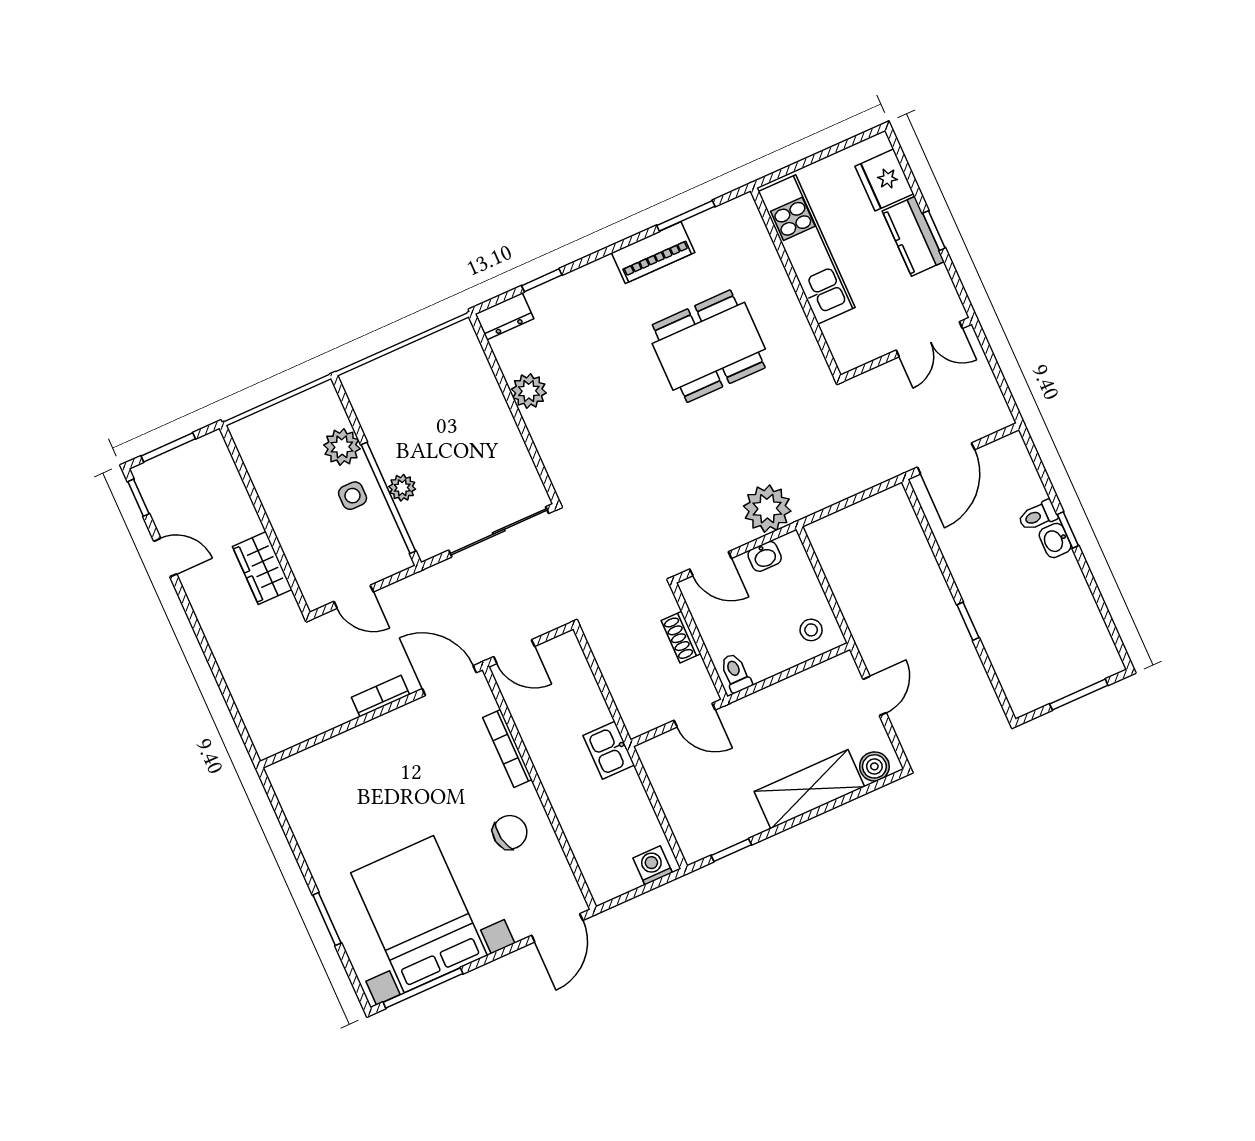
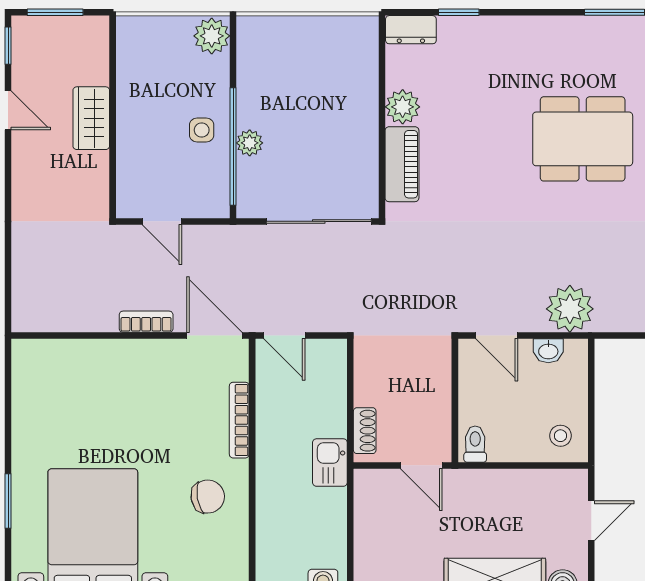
piano: (653, 253) -> (402, 164), moved, turned -90
plant: (342, 447) -> (212, 36), moved
wardrobe: (262, 568) -> (91, 118), moved
shoe rack: (681, 637) -> (365, 431), moved, turned 180

